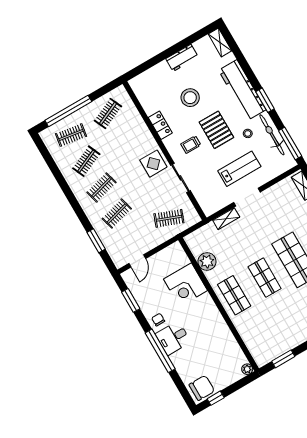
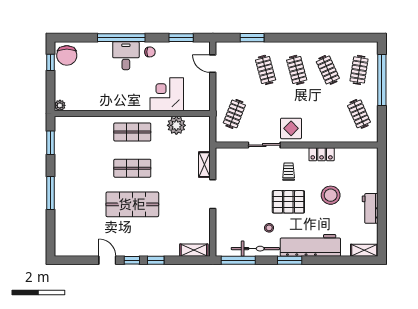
lab bench: (239, 169) -> (242, 202), removed

